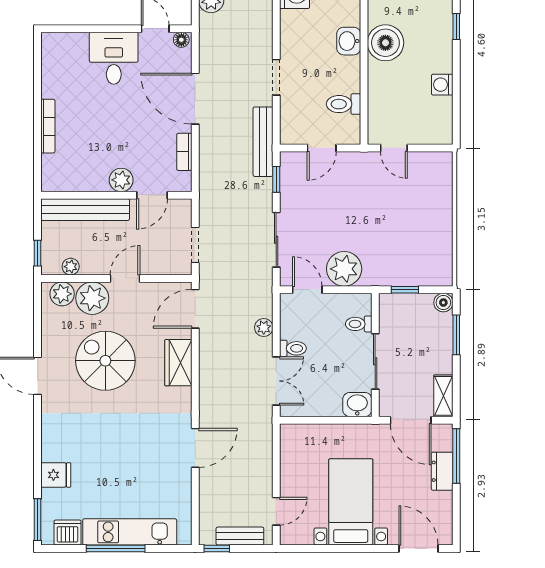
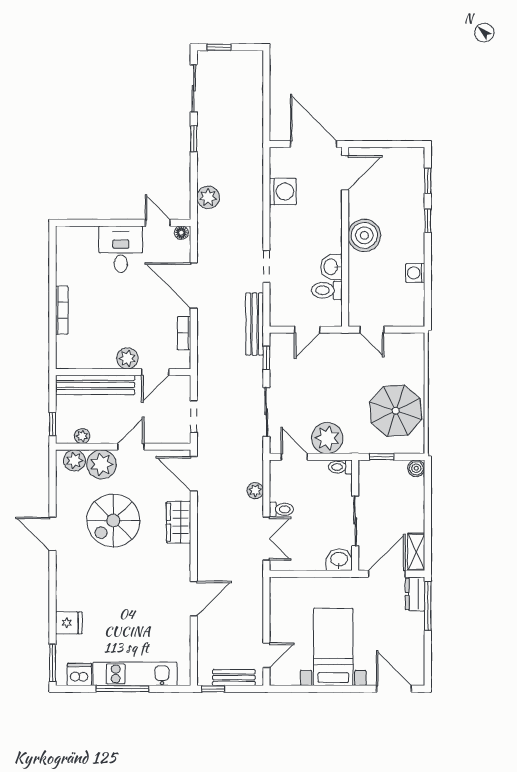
washbasin: (349, 41) -> (331, 267), moved
parasol: (420, 238) -> (396, 411), added
door: (195, 309) -> (194, 474), hinge flipped
toilet: (359, 324) -> (340, 467), moved
window: (456, 335) -> (428, 497), removed
spiral stairs: (105, 361) -> (113, 520), turned -90
door: (411, 420) -> (387, 574), swing flipped
dresser: (442, 471) -> (415, 594), moved

